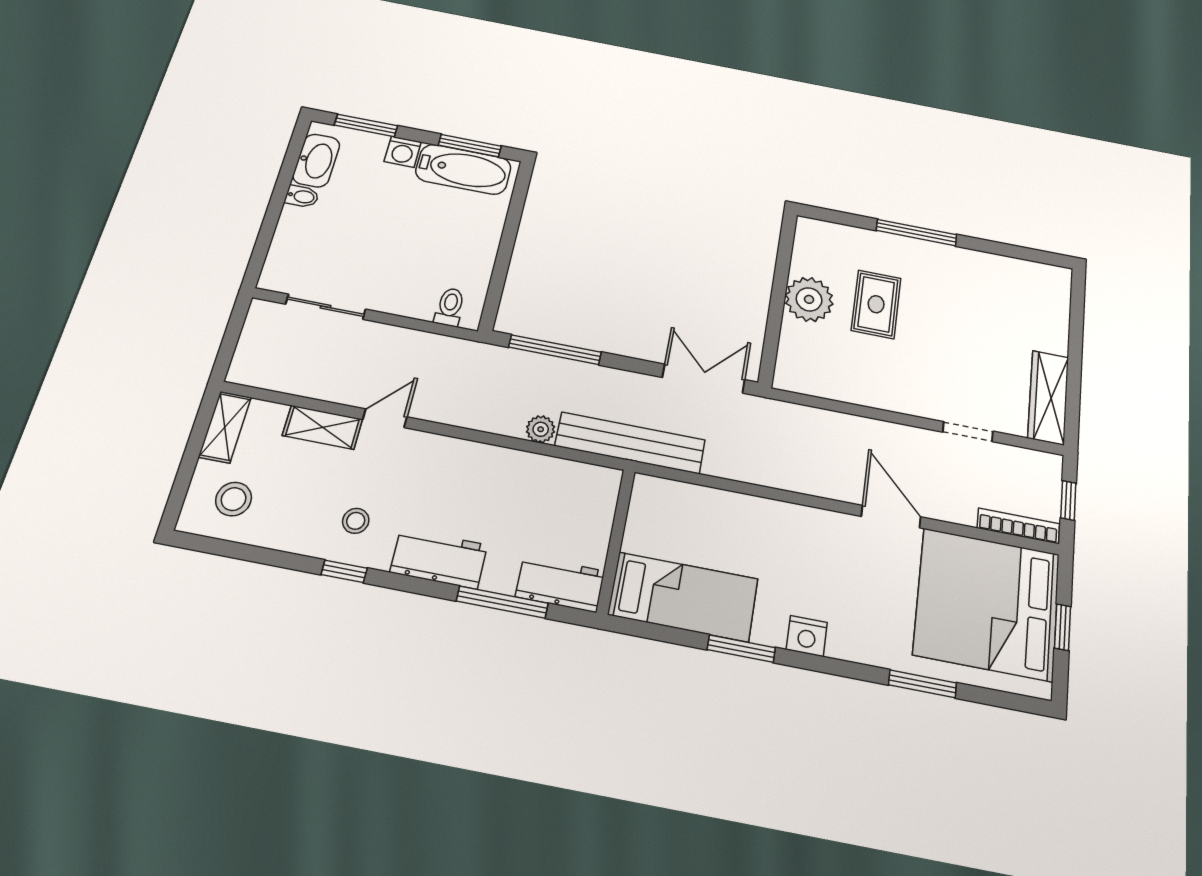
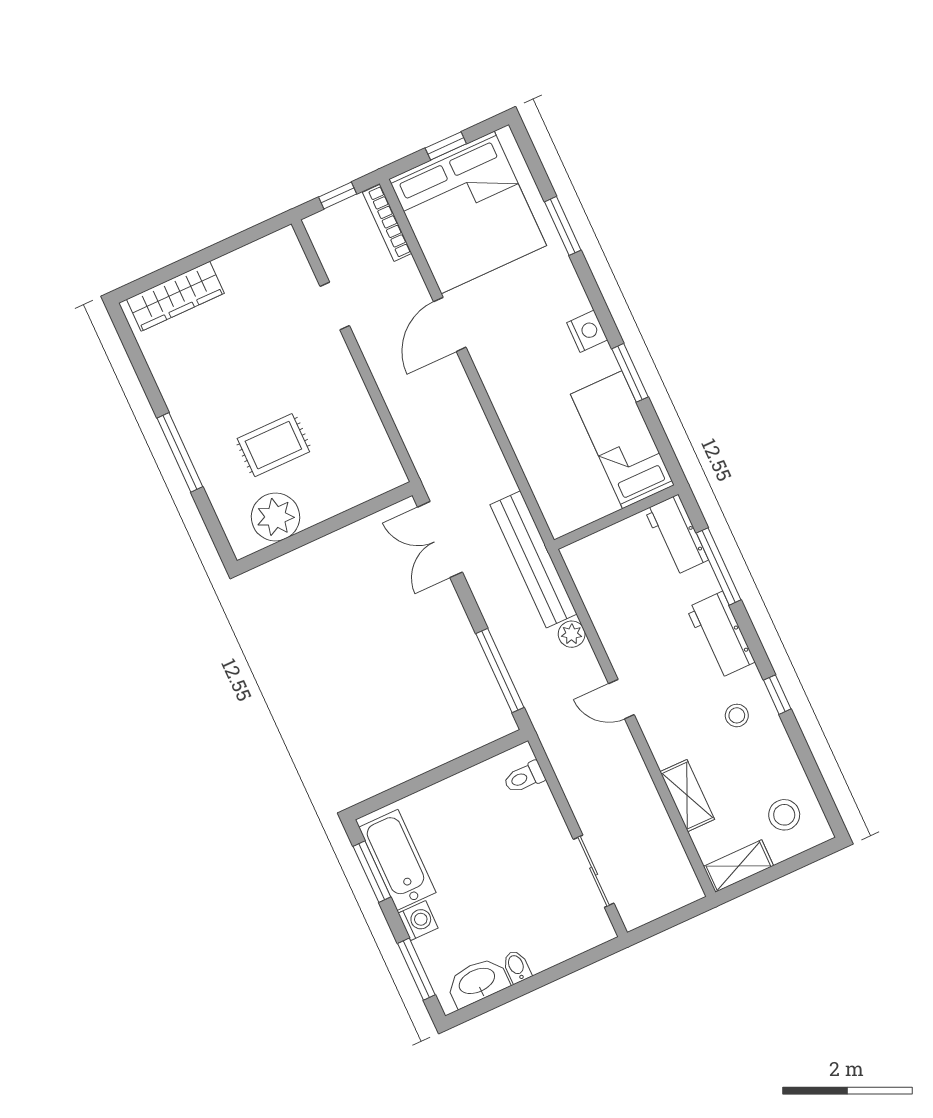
plant: (809, 299) -> (275, 517), moved
wardrobe: (1048, 397) -> (175, 296), moved
door: (385, 418) -> (621, 699), moved

